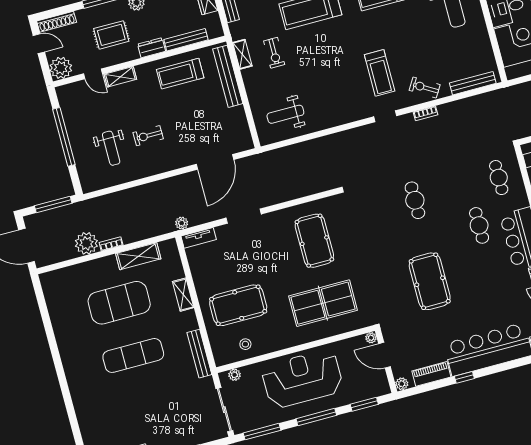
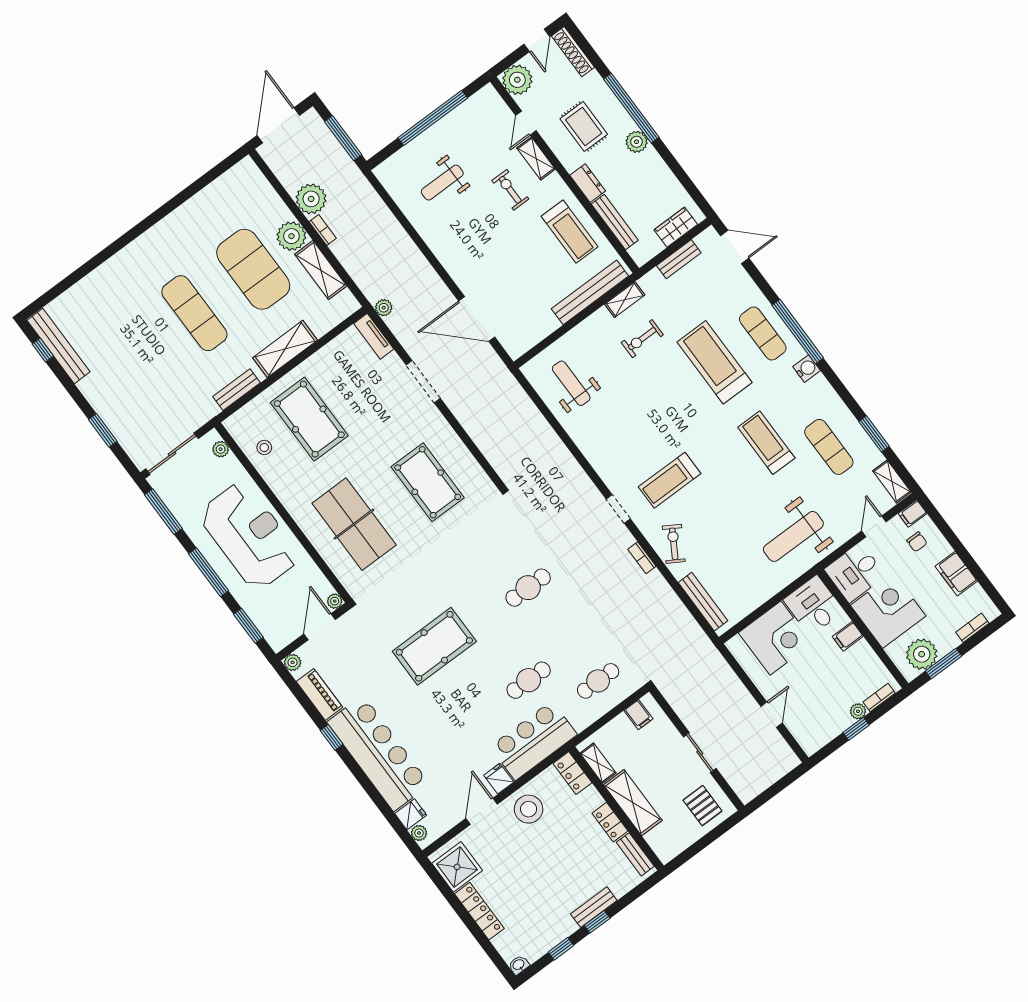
treadmill: (180, 74) -> (570, 232), turned 180
exercise bike: (148, 136) -> (510, 190), moved
pool table: (314, 241) -> (428, 482), turned 90
plant: (107, 267) -> (291, 236), added
shelving: (183, 295) -> (285, 349), width x1.50, depth x1.33
bench: (199, 354) -> (236, 390), width x0.73

